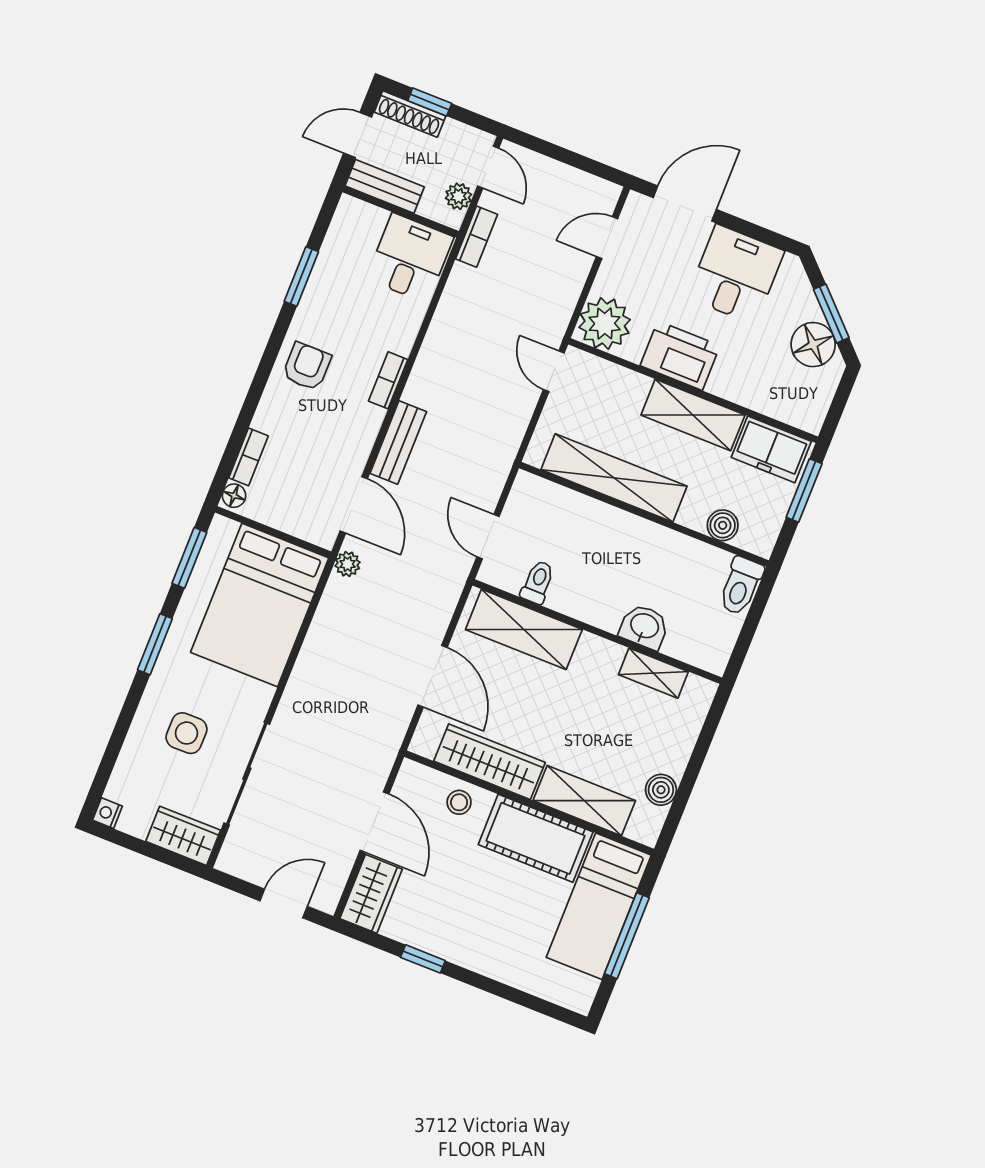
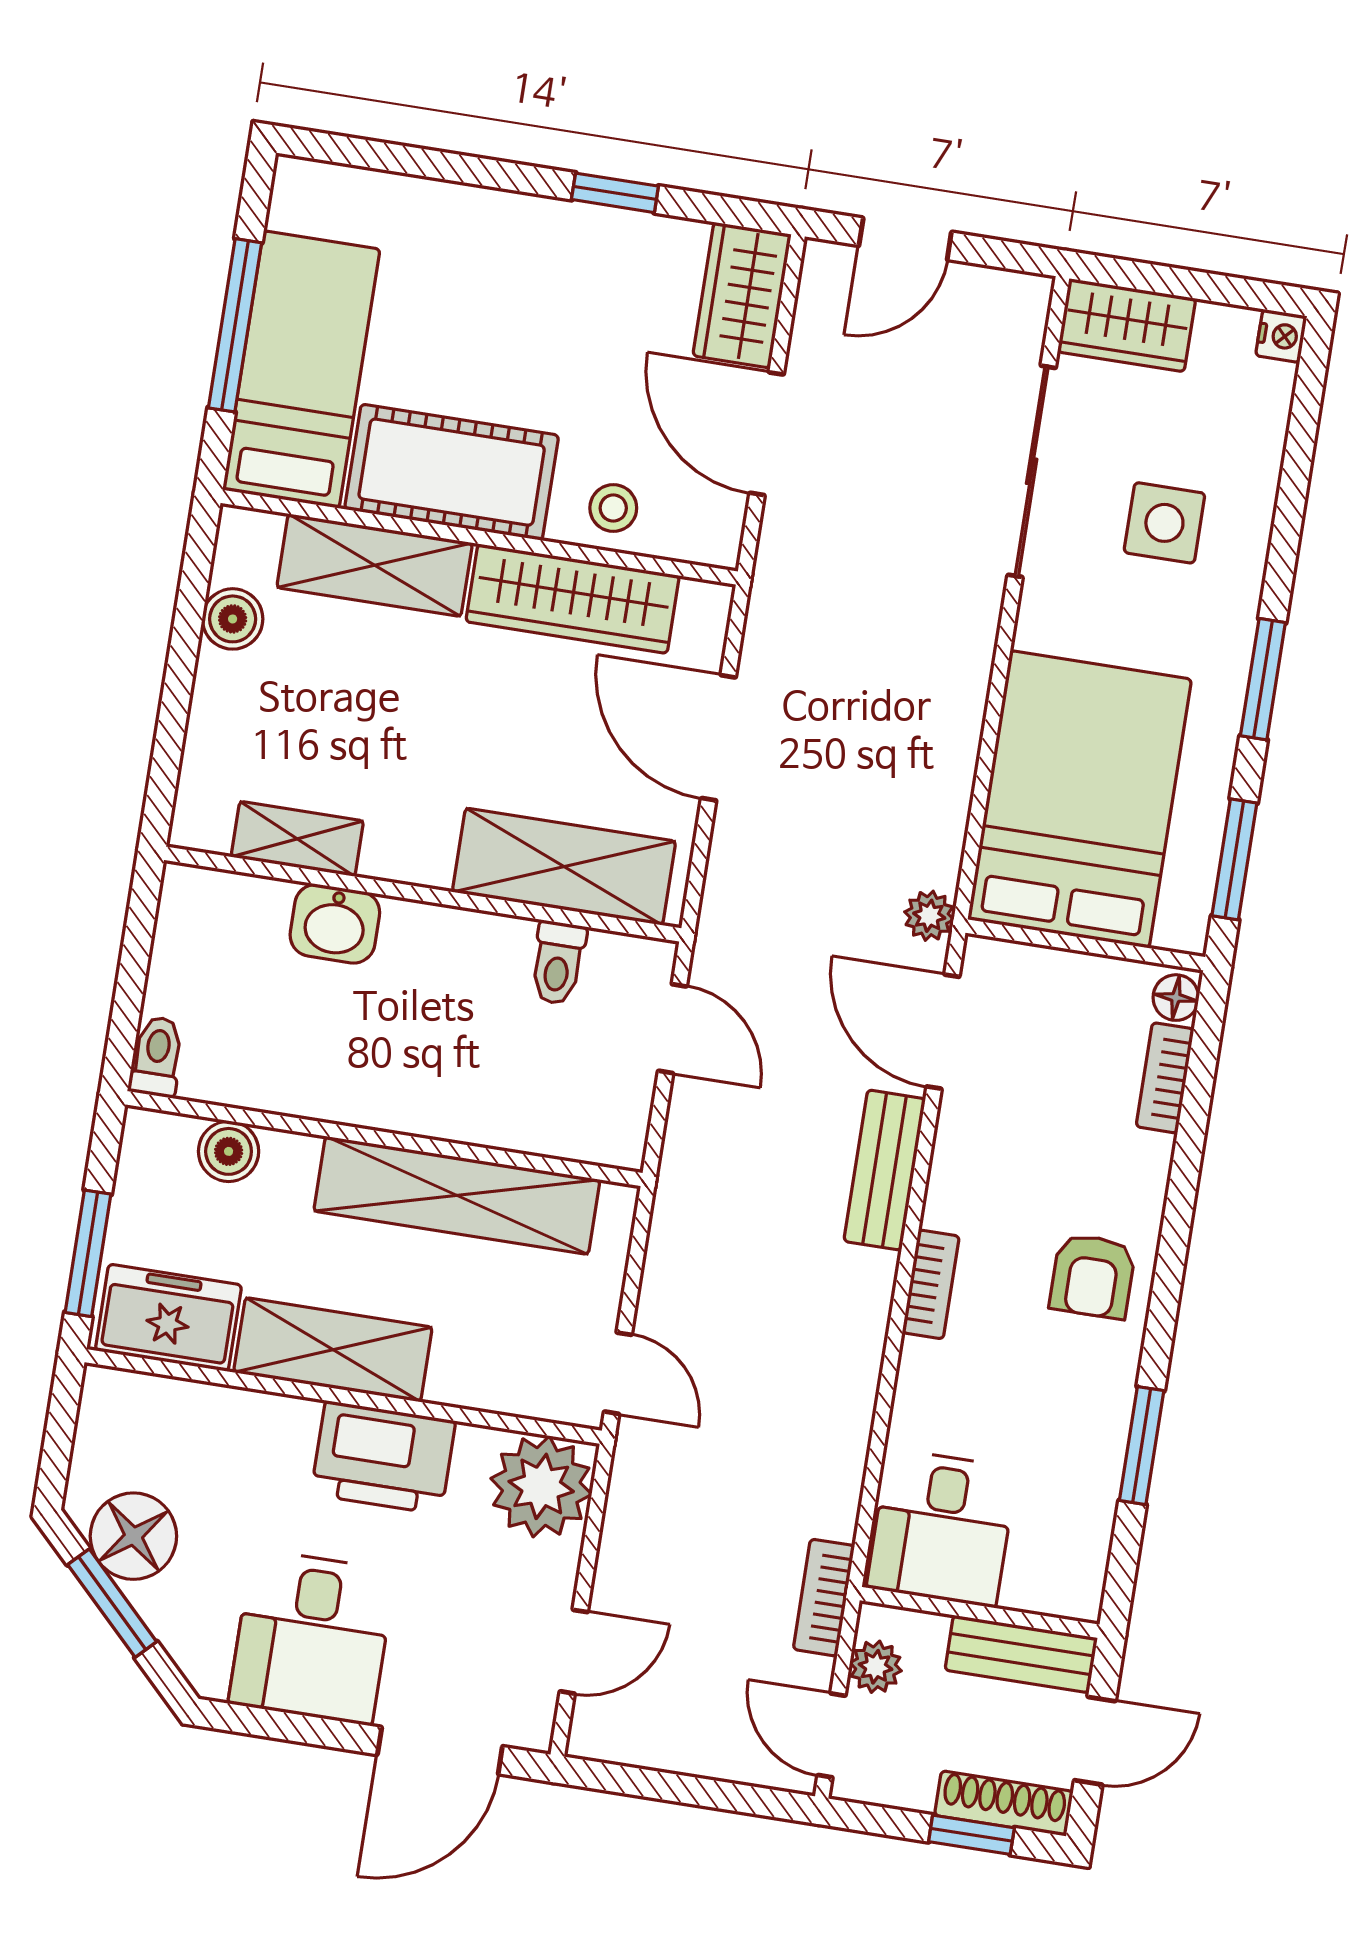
toilet: (741, 586) -> (157, 1057), width x0.73, depth x0.72

